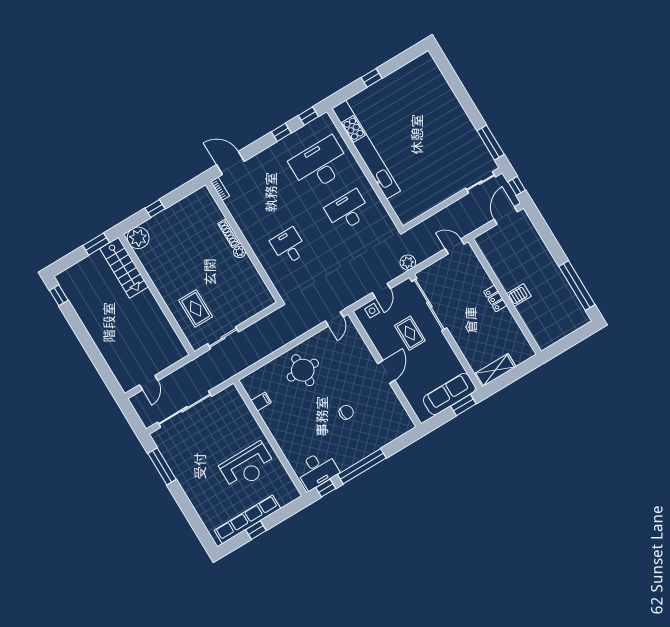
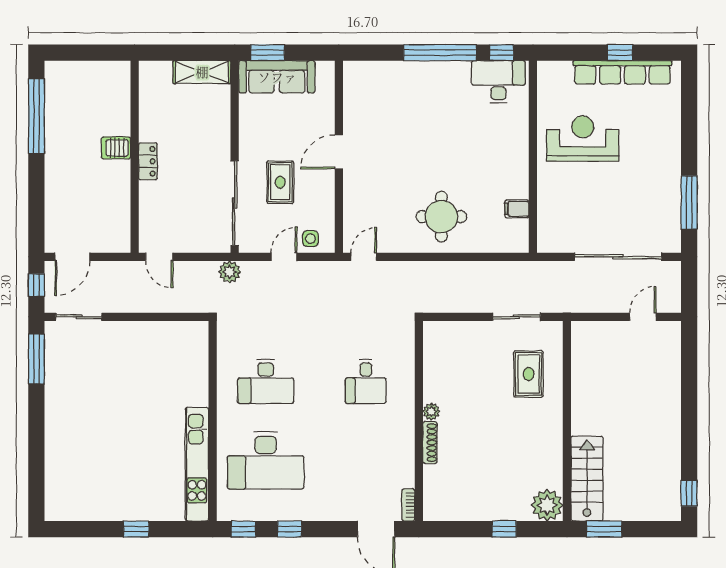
kitchen unit: (366, 150) -> (197, 464), width x0.73
chair: (346, 412) -> (419, 132), removed

